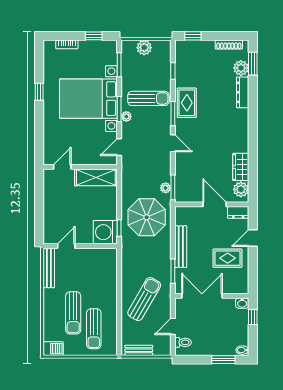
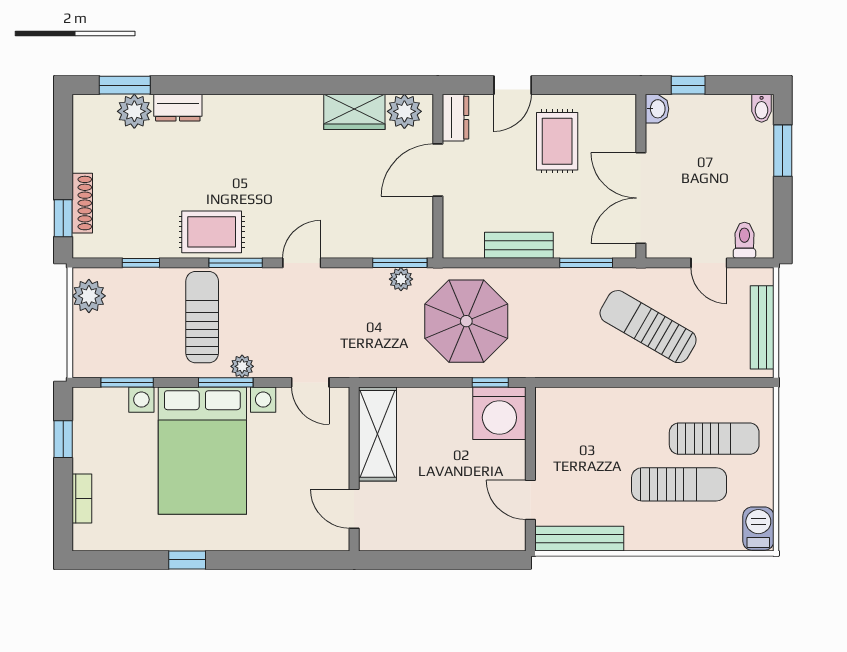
shoe rack: (229, 45) -> (82, 203), moved
plant: (144, 48) -> (89, 296), moved
dresser: (243, 92) -> (178, 108), width x0.70
door: (253, 238) -> (513, 85), hinge flipped
bench: (181, 247) -> (519, 245), width x0.73
bench: (139, 350) -> (762, 327), width x1.36

